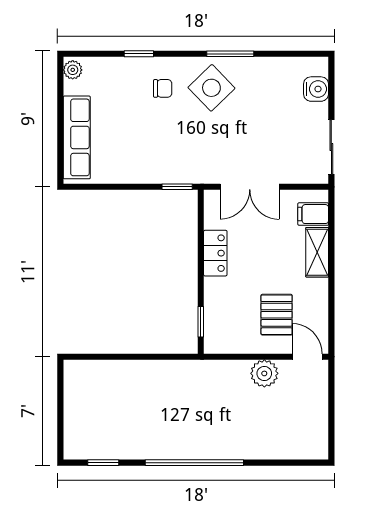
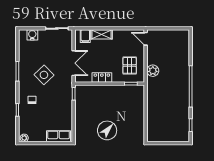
side table: (211, 88) -> (44, 75), moved
row of seats: (77, 137) -> (59, 136), width x0.68
pallet: (277, 315) -> (130, 65), moved, turned 90
door: (307, 357) -> (146, 39), hinge flipped
plant: (264, 373) -> (153, 71), moved

